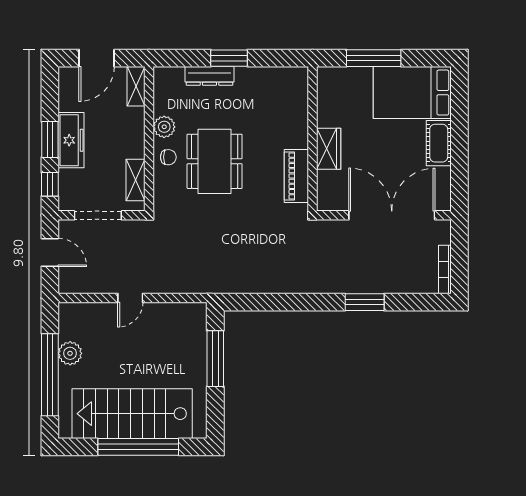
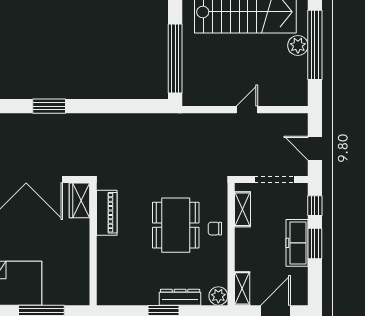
plant: (164, 127) -> (218, 296), moved
wardrobe: (329, 149) -> (79, 200), moved
plant: (70, 353) -> (298, 45), moved
window: (215, 359) -> (175, 58), width x1.46

